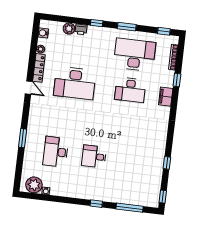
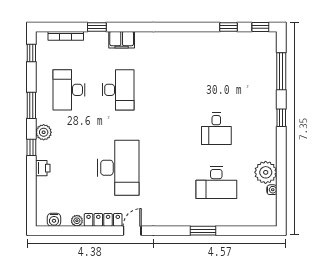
plant: (69, 29) -> (44, 132), moved
desk: (134, 55) -> (69, 90), width x0.73, depth x0.77
window: (167, 163) -> (229, 27), moved
plant: (34, 185) -> (266, 172), moved

